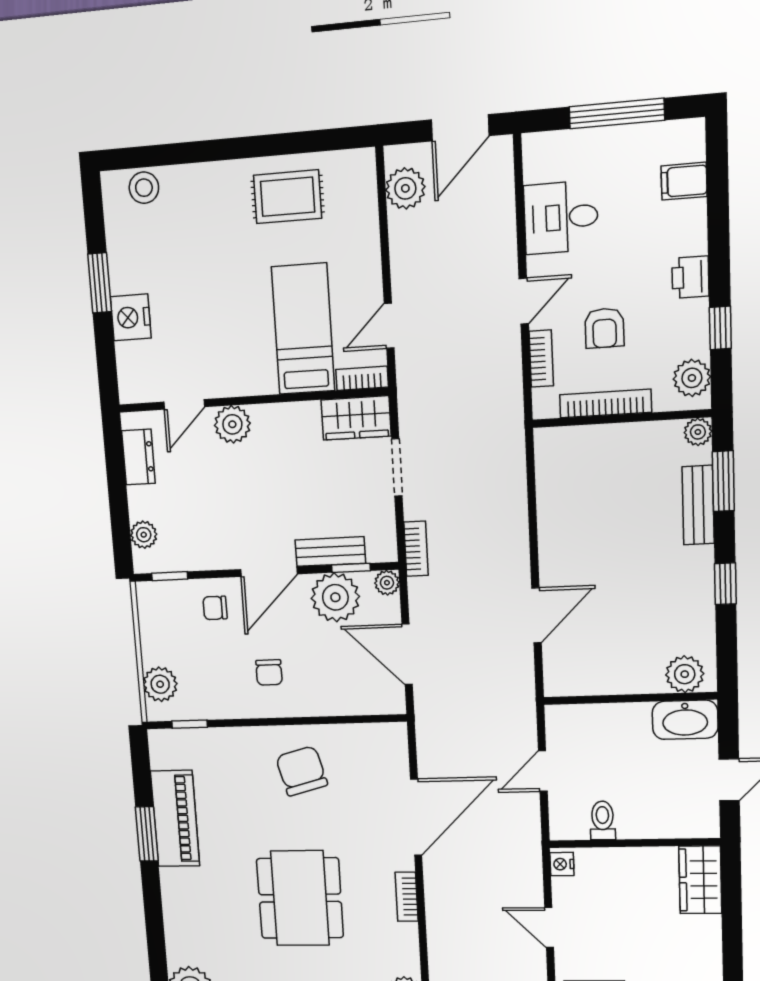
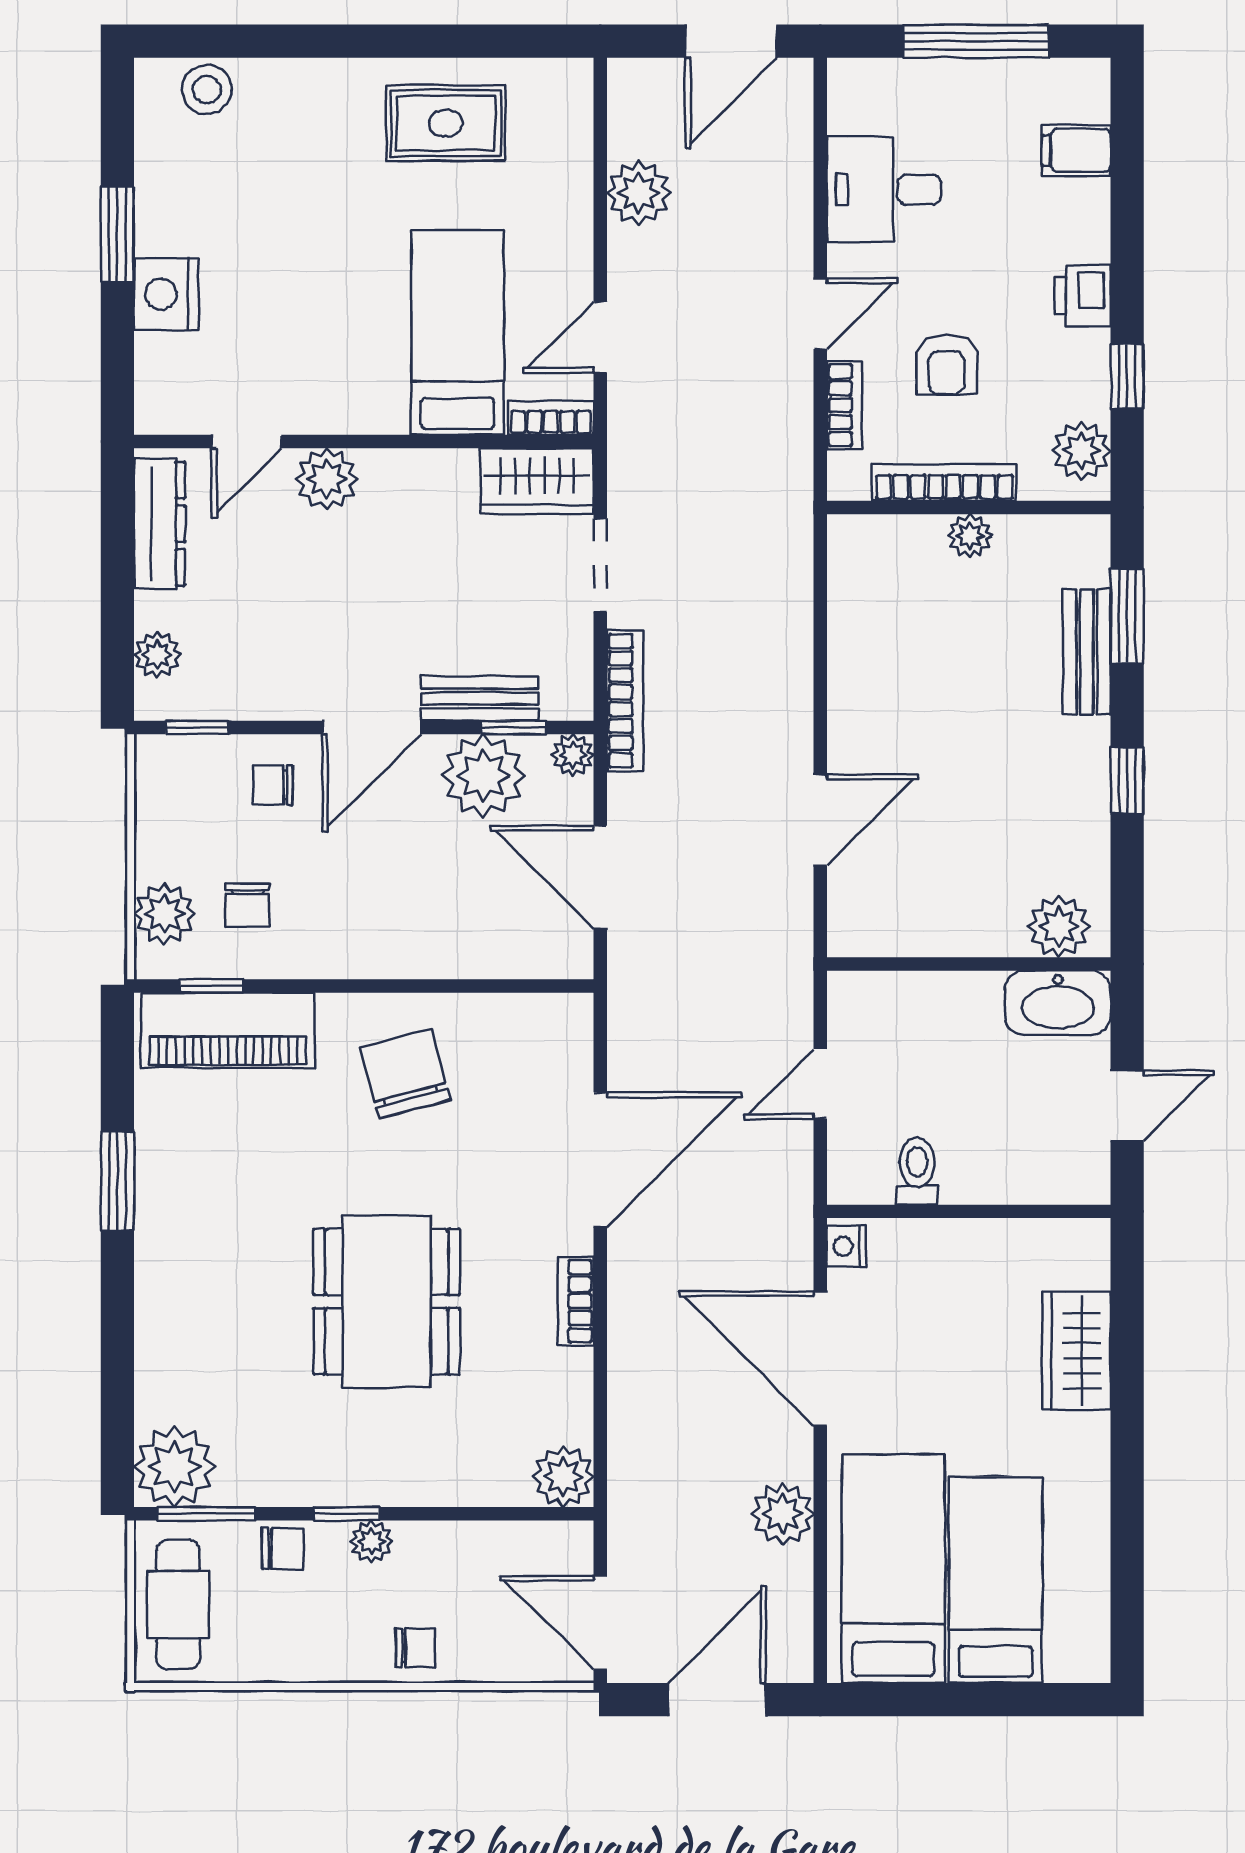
plant: (405, 188) -> (639, 193), moved
plant: (698, 432) -> (970, 536), moved
dresser: (138, 457) -> (160, 524), width x1.44
bookcase: (416, 549) -> (625, 701), width x1.56
chair: (269, 672) -> (247, 905), moved
piano: (175, 818) -> (228, 1030), moved, turned 90
wardrobe: (700, 880) -> (1076, 1351), moved
door: (549, 928) -> (820, 1359), width x1.87

